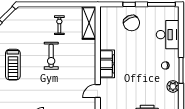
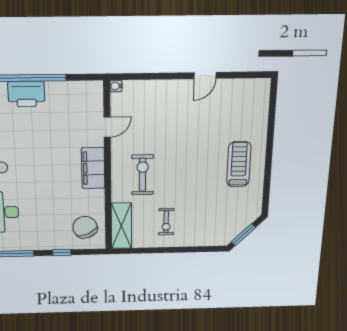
chair: (132, 23) -> (85, 227), moved
exercise bike: (51, 56) -> (143, 175), moved

